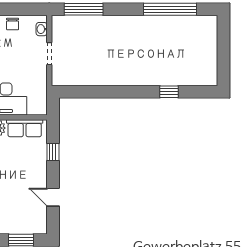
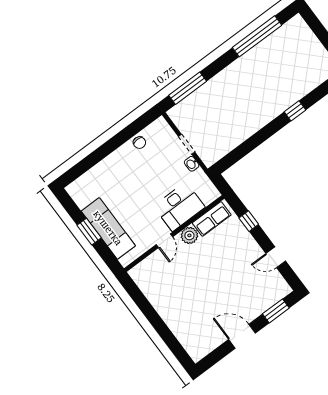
washbasin: (42, 29) -> (192, 164), moved
window: (169, 92) -> (295, 111), moved

